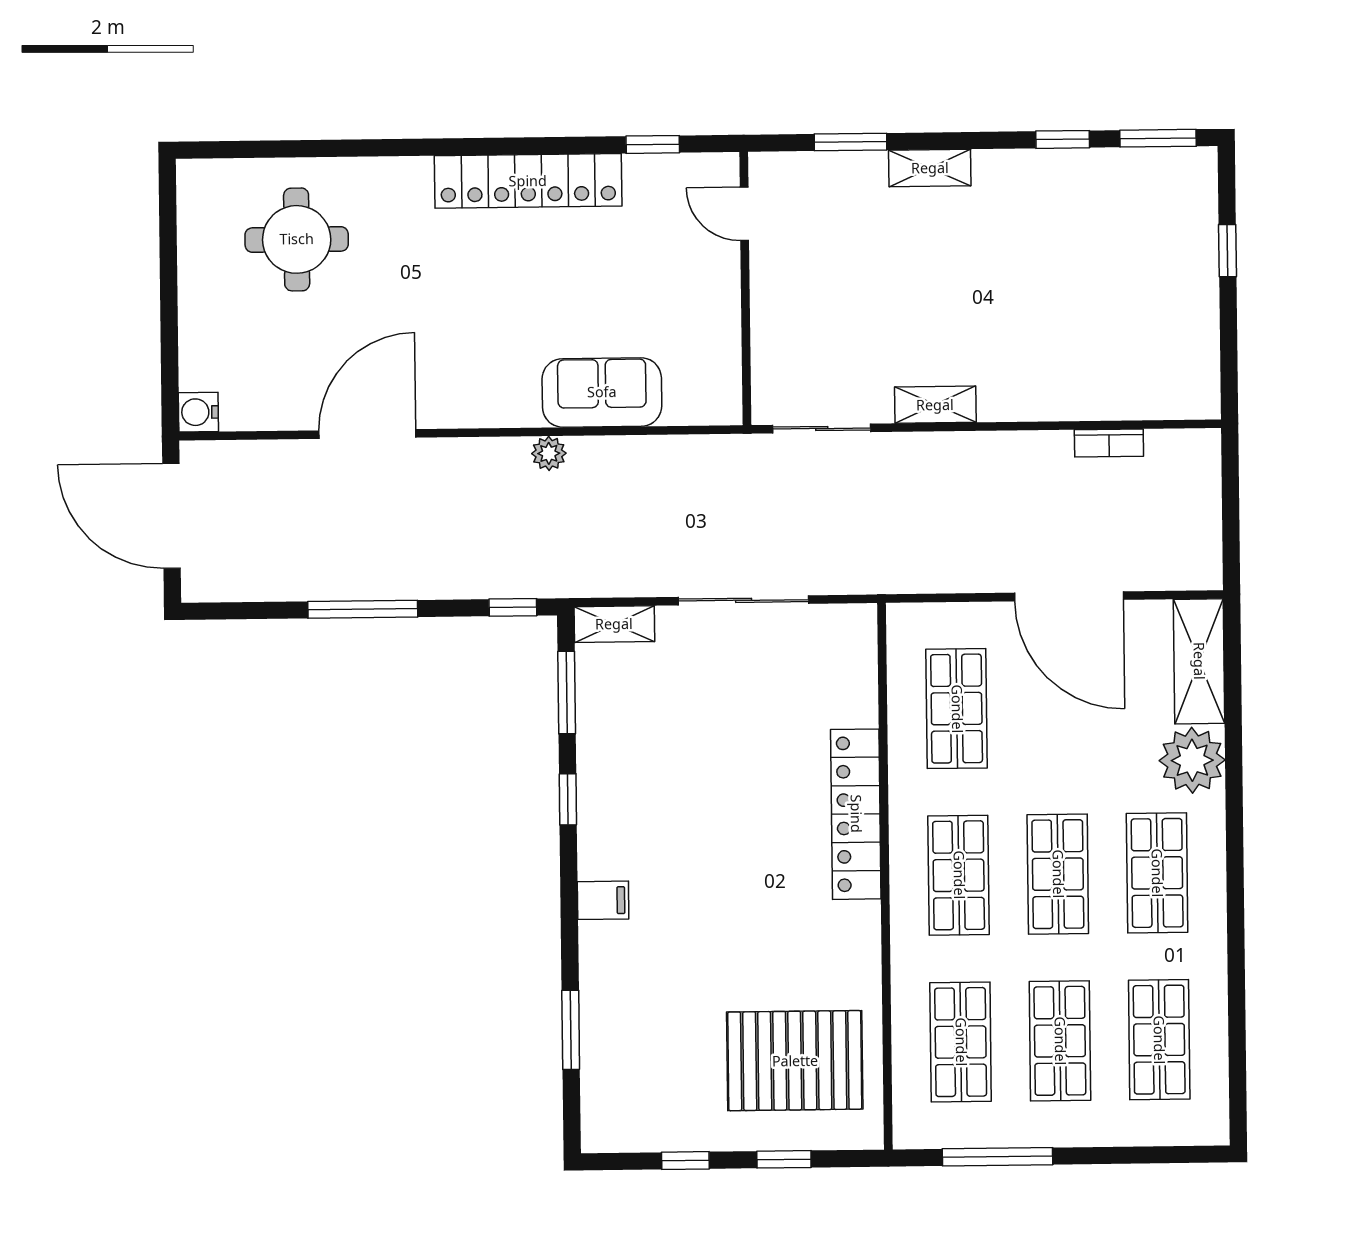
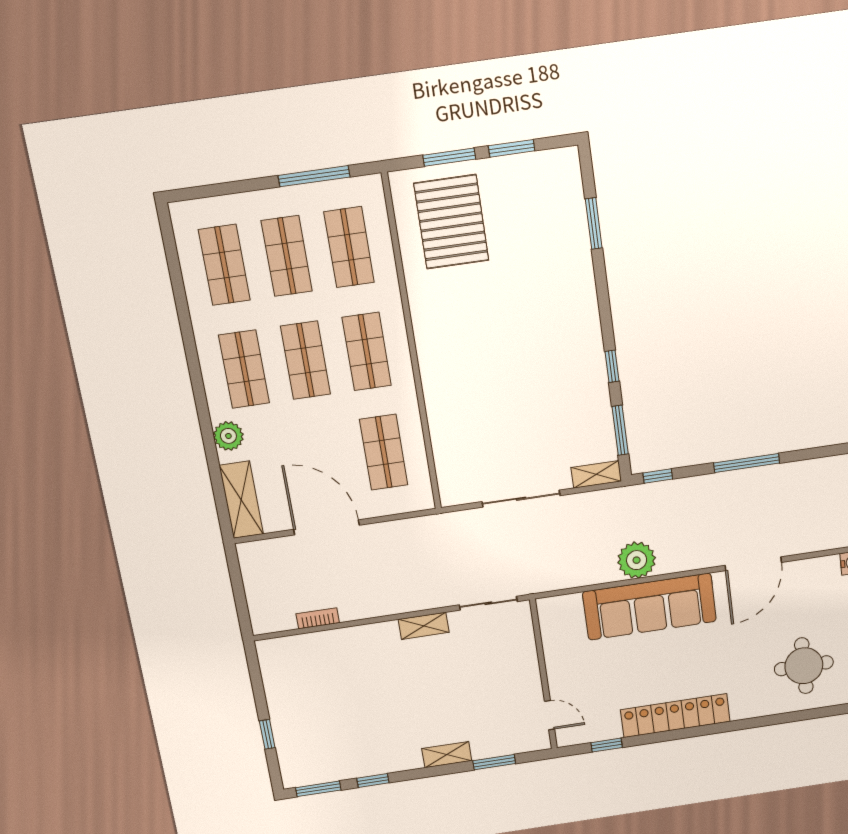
sofa: (602, 392) -> (650, 607), width x1.85, depth x1.27
plant: (549, 453) -> (637, 560), width x1.88, depth x1.88
plant: (1192, 760) -> (228, 436), width x0.73, depth x0.73
locker: (856, 814) -> (435, 381), removed
filing cabinet: (603, 900) -> (583, 307), removed
pallet: (795, 1061) -> (451, 222), turned 90
window: (784, 1159) -> (449, 157), width x1.50
window: (685, 1161) -> (512, 148), width x1.50

